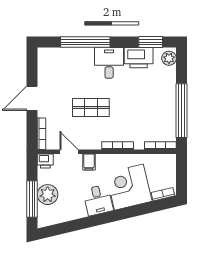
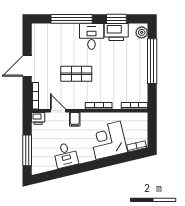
window: (151, 42) -> (116, 19), moved
window: (182, 111) -> (152, 61), moved
plant: (48, 195) -> (40, 147), removed
desk: (98, 200) -> (66, 155), moved

